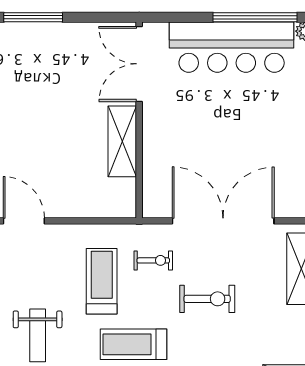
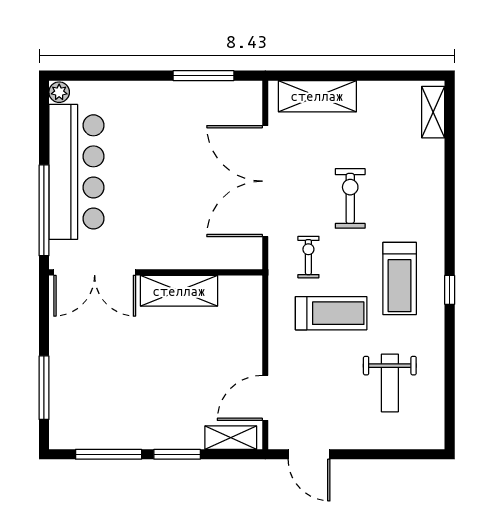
window: (255, 17) -> (44, 210), moved
treadmill: (102, 281) -> (331, 313), turned 180
weight bench: (38, 335) -> (390, 383), turned 90

